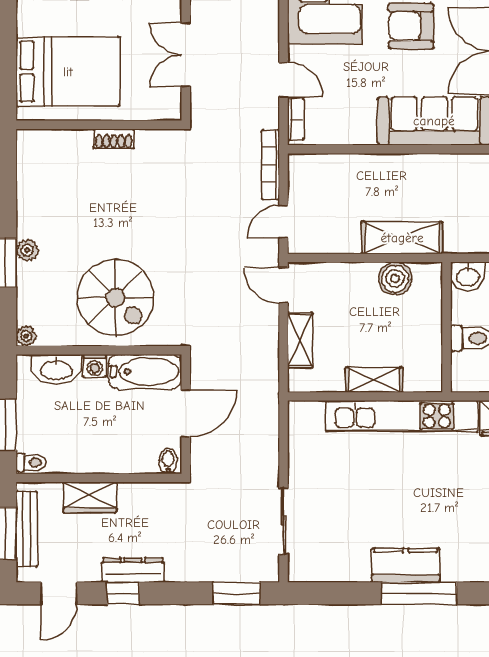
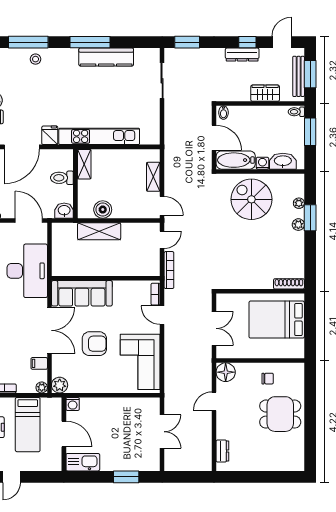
shoe rack: (114, 139) -> (289, 284), moved, width x1.43
plant: (26, 336) -> (299, 203), moved
shelving: (374, 380) -> (84, 164), moved, turned 90
door: (186, 413) -> (214, 138), swing flipped
kitchen counter: (406, 565) -> (106, 57), width x1.50

